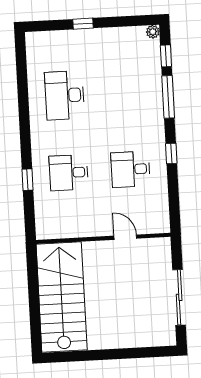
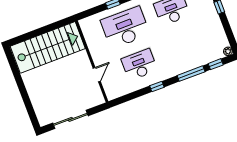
desk: (130, 169) -> (139, 65), width x1.37
desk: (69, 173) -> (125, 27), width x1.87, depth x1.30

